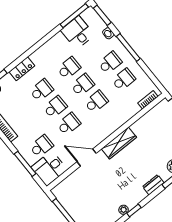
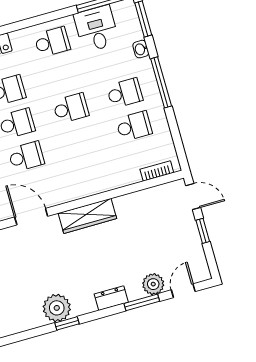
school desk: (69, 68) -> (52, 42), moved
school desk: (96, 102) -> (80, 141), removed
plant: (124, 210) -> (57, 308), width x1.88, depth x1.88

